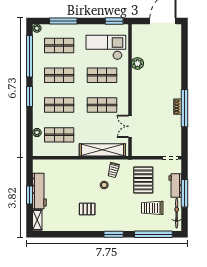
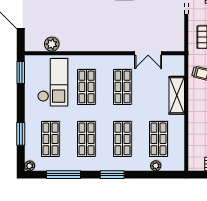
window: (63, 21) -> (21, 134), width x0.69
checkout: (106, 47) -> (53, 82), turned 180
window: (30, 56) -> (63, 175), width x0.68
plant: (137, 63) -> (52, 44), moved
shelving: (102, 150) -> (177, 95), width x0.68

